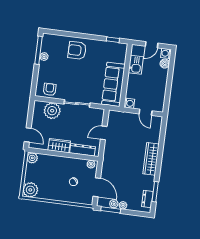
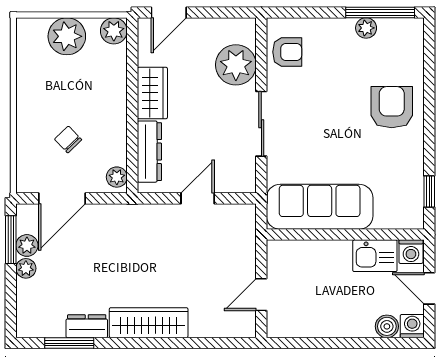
washing machine: (129, 103) -> (411, 252), moved
door: (104, 133) -> (198, 198), hinge flipped
plant: (30, 190) -> (67, 36), moved
dresser: (147, 199) -> (87, 326), moved

